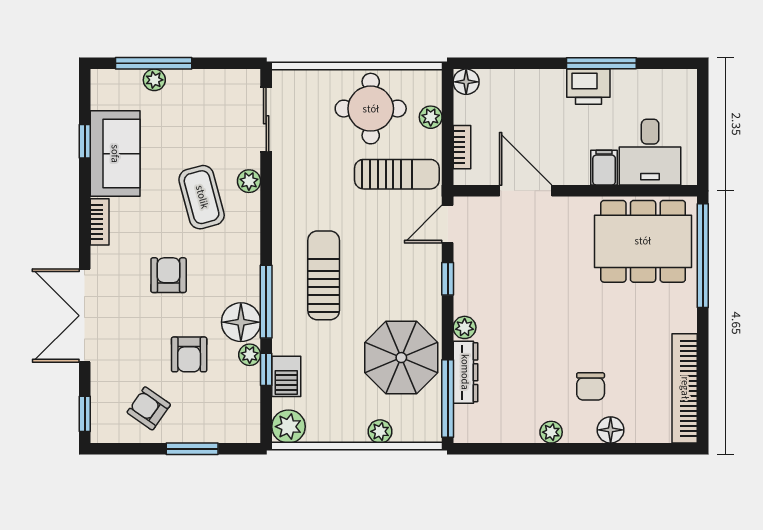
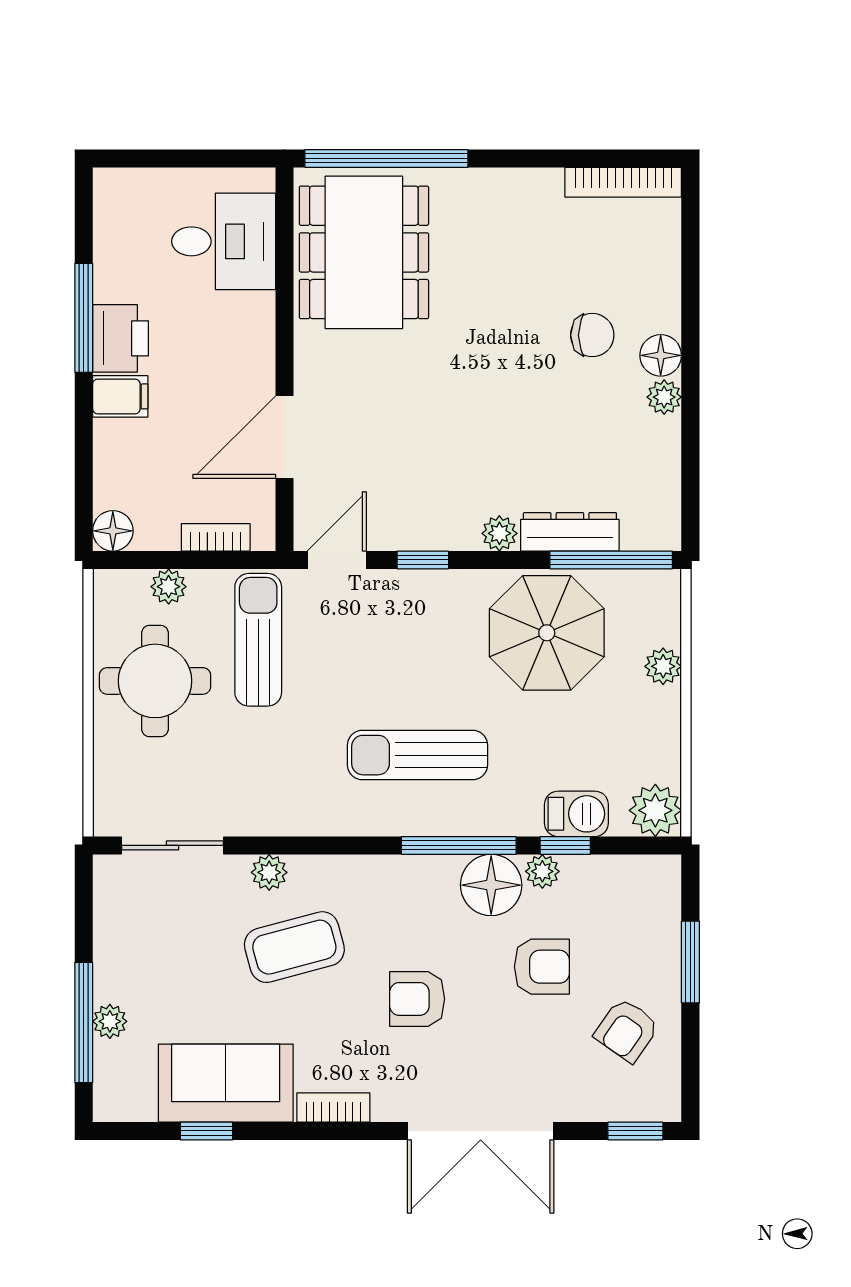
filing cabinet: (604, 168) -> (120, 396), moved, turned 180
door: (448, 224) -> (337, 560), swing flipped
bookcase: (685, 388) -> (623, 182), width x0.68, depth x0.76
floor lamp: (611, 430) -> (661, 355), moved

